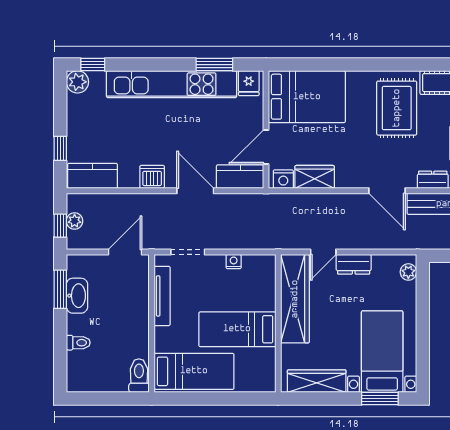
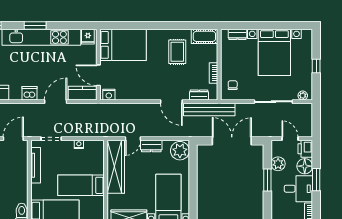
window: (214, 65) -> (35, 26), moved
rug: (397, 108) -> (177, 52), width x0.73, depth x0.70
door: (266, 147) -> (98, 75), hinge flipped
wardrobe: (315, 177) -> (128, 93), removed
door: (195, 191) -> (56, 102), hinge flipped
plant: (408, 272) -> (180, 151), width x1.88, depth x1.88

